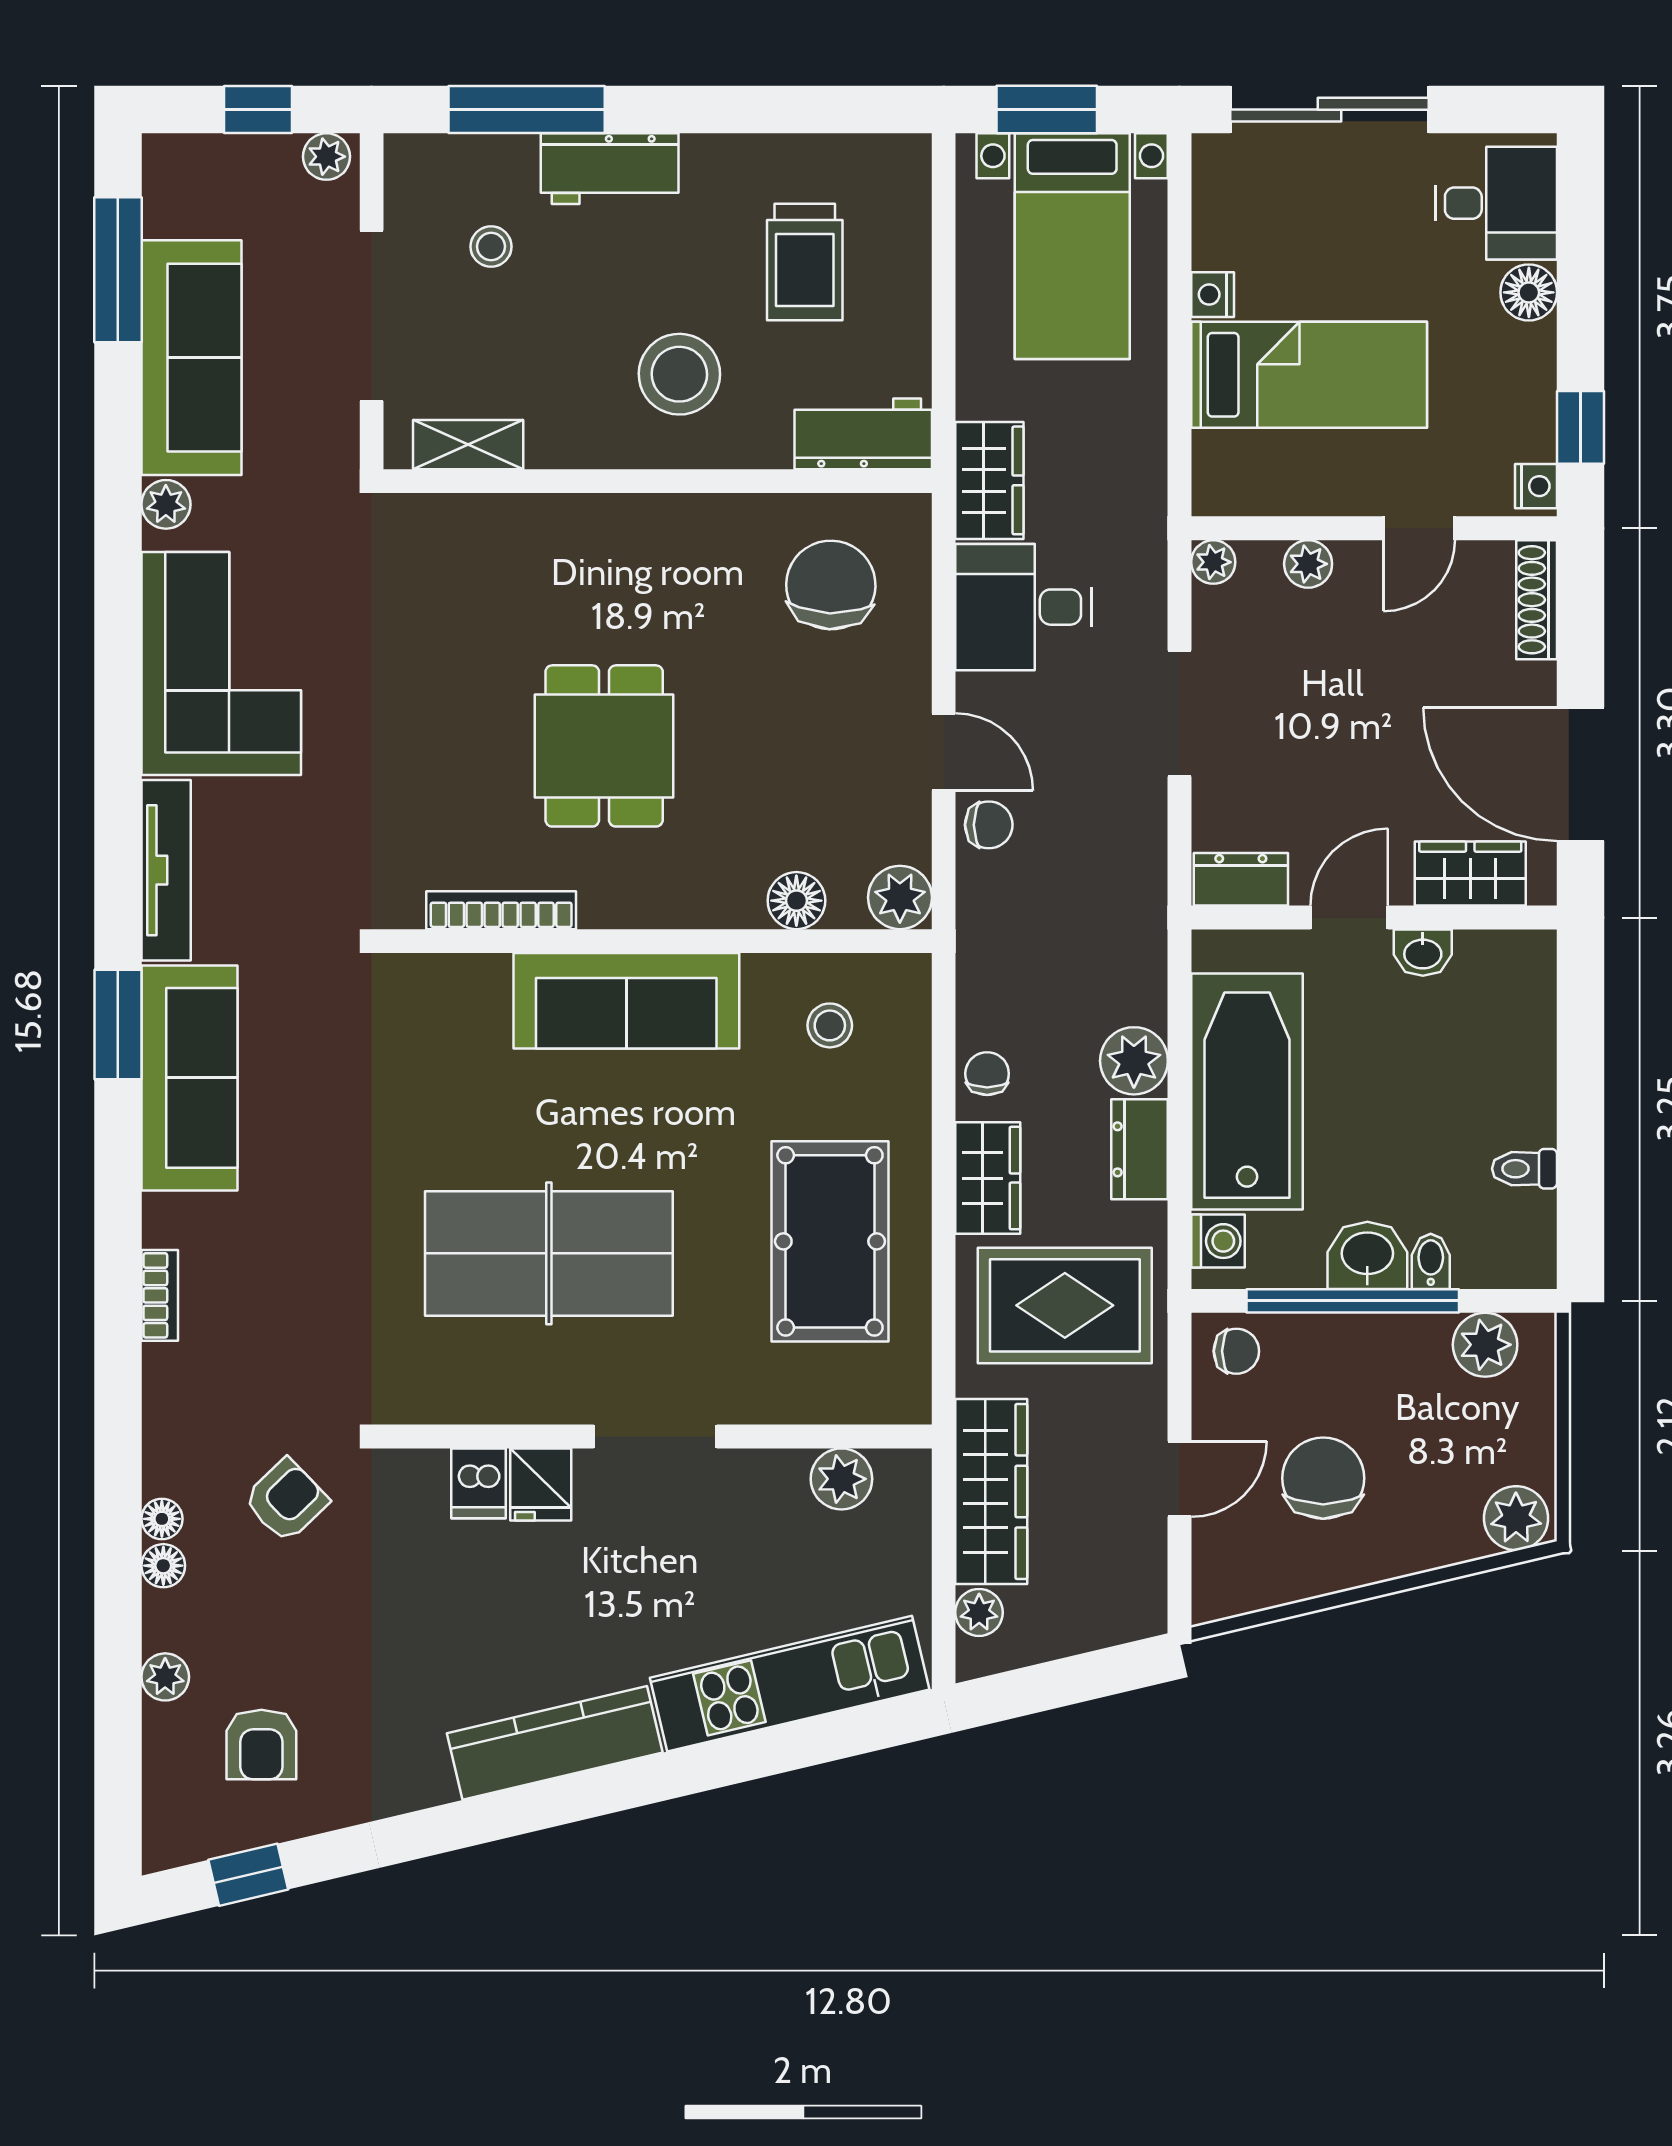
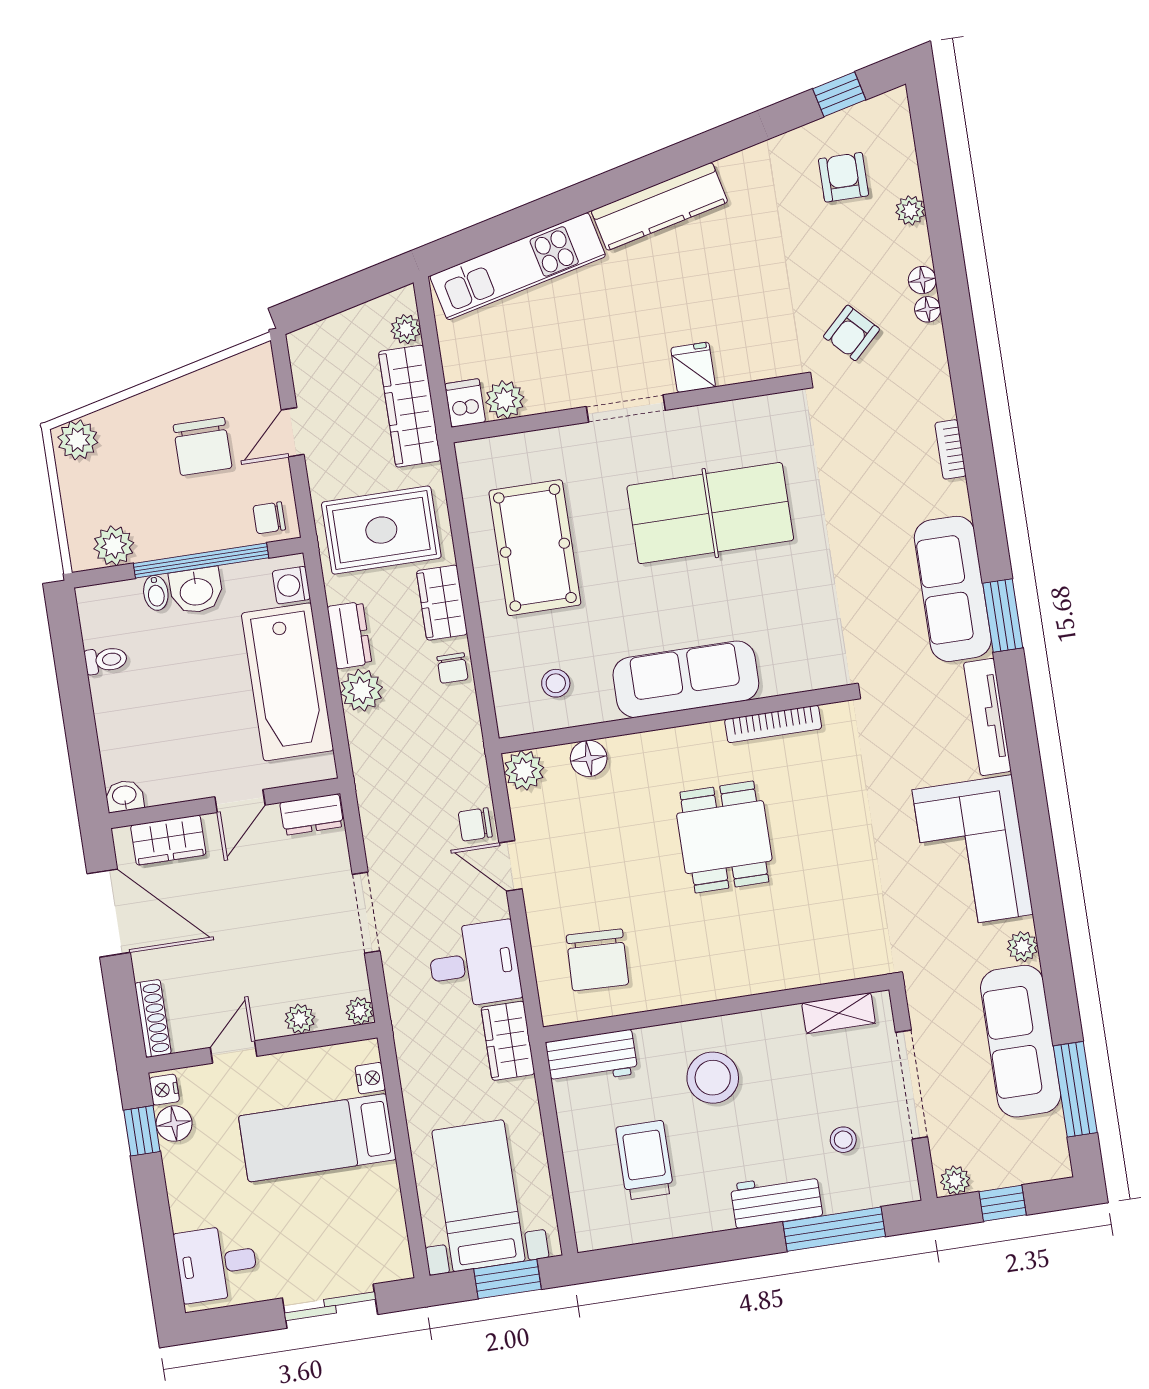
sliding door: (1329, 110) -> (330, 1306), width x0.73
floor lamp: (1529, 292) -> (174, 1124), moved
nightstand: (1213, 295) -> (370, 1078), moved
washbasin: (1423, 953) -> (124, 796), moved
dishwasher: (479, 1483) -> (465, 403), moved

